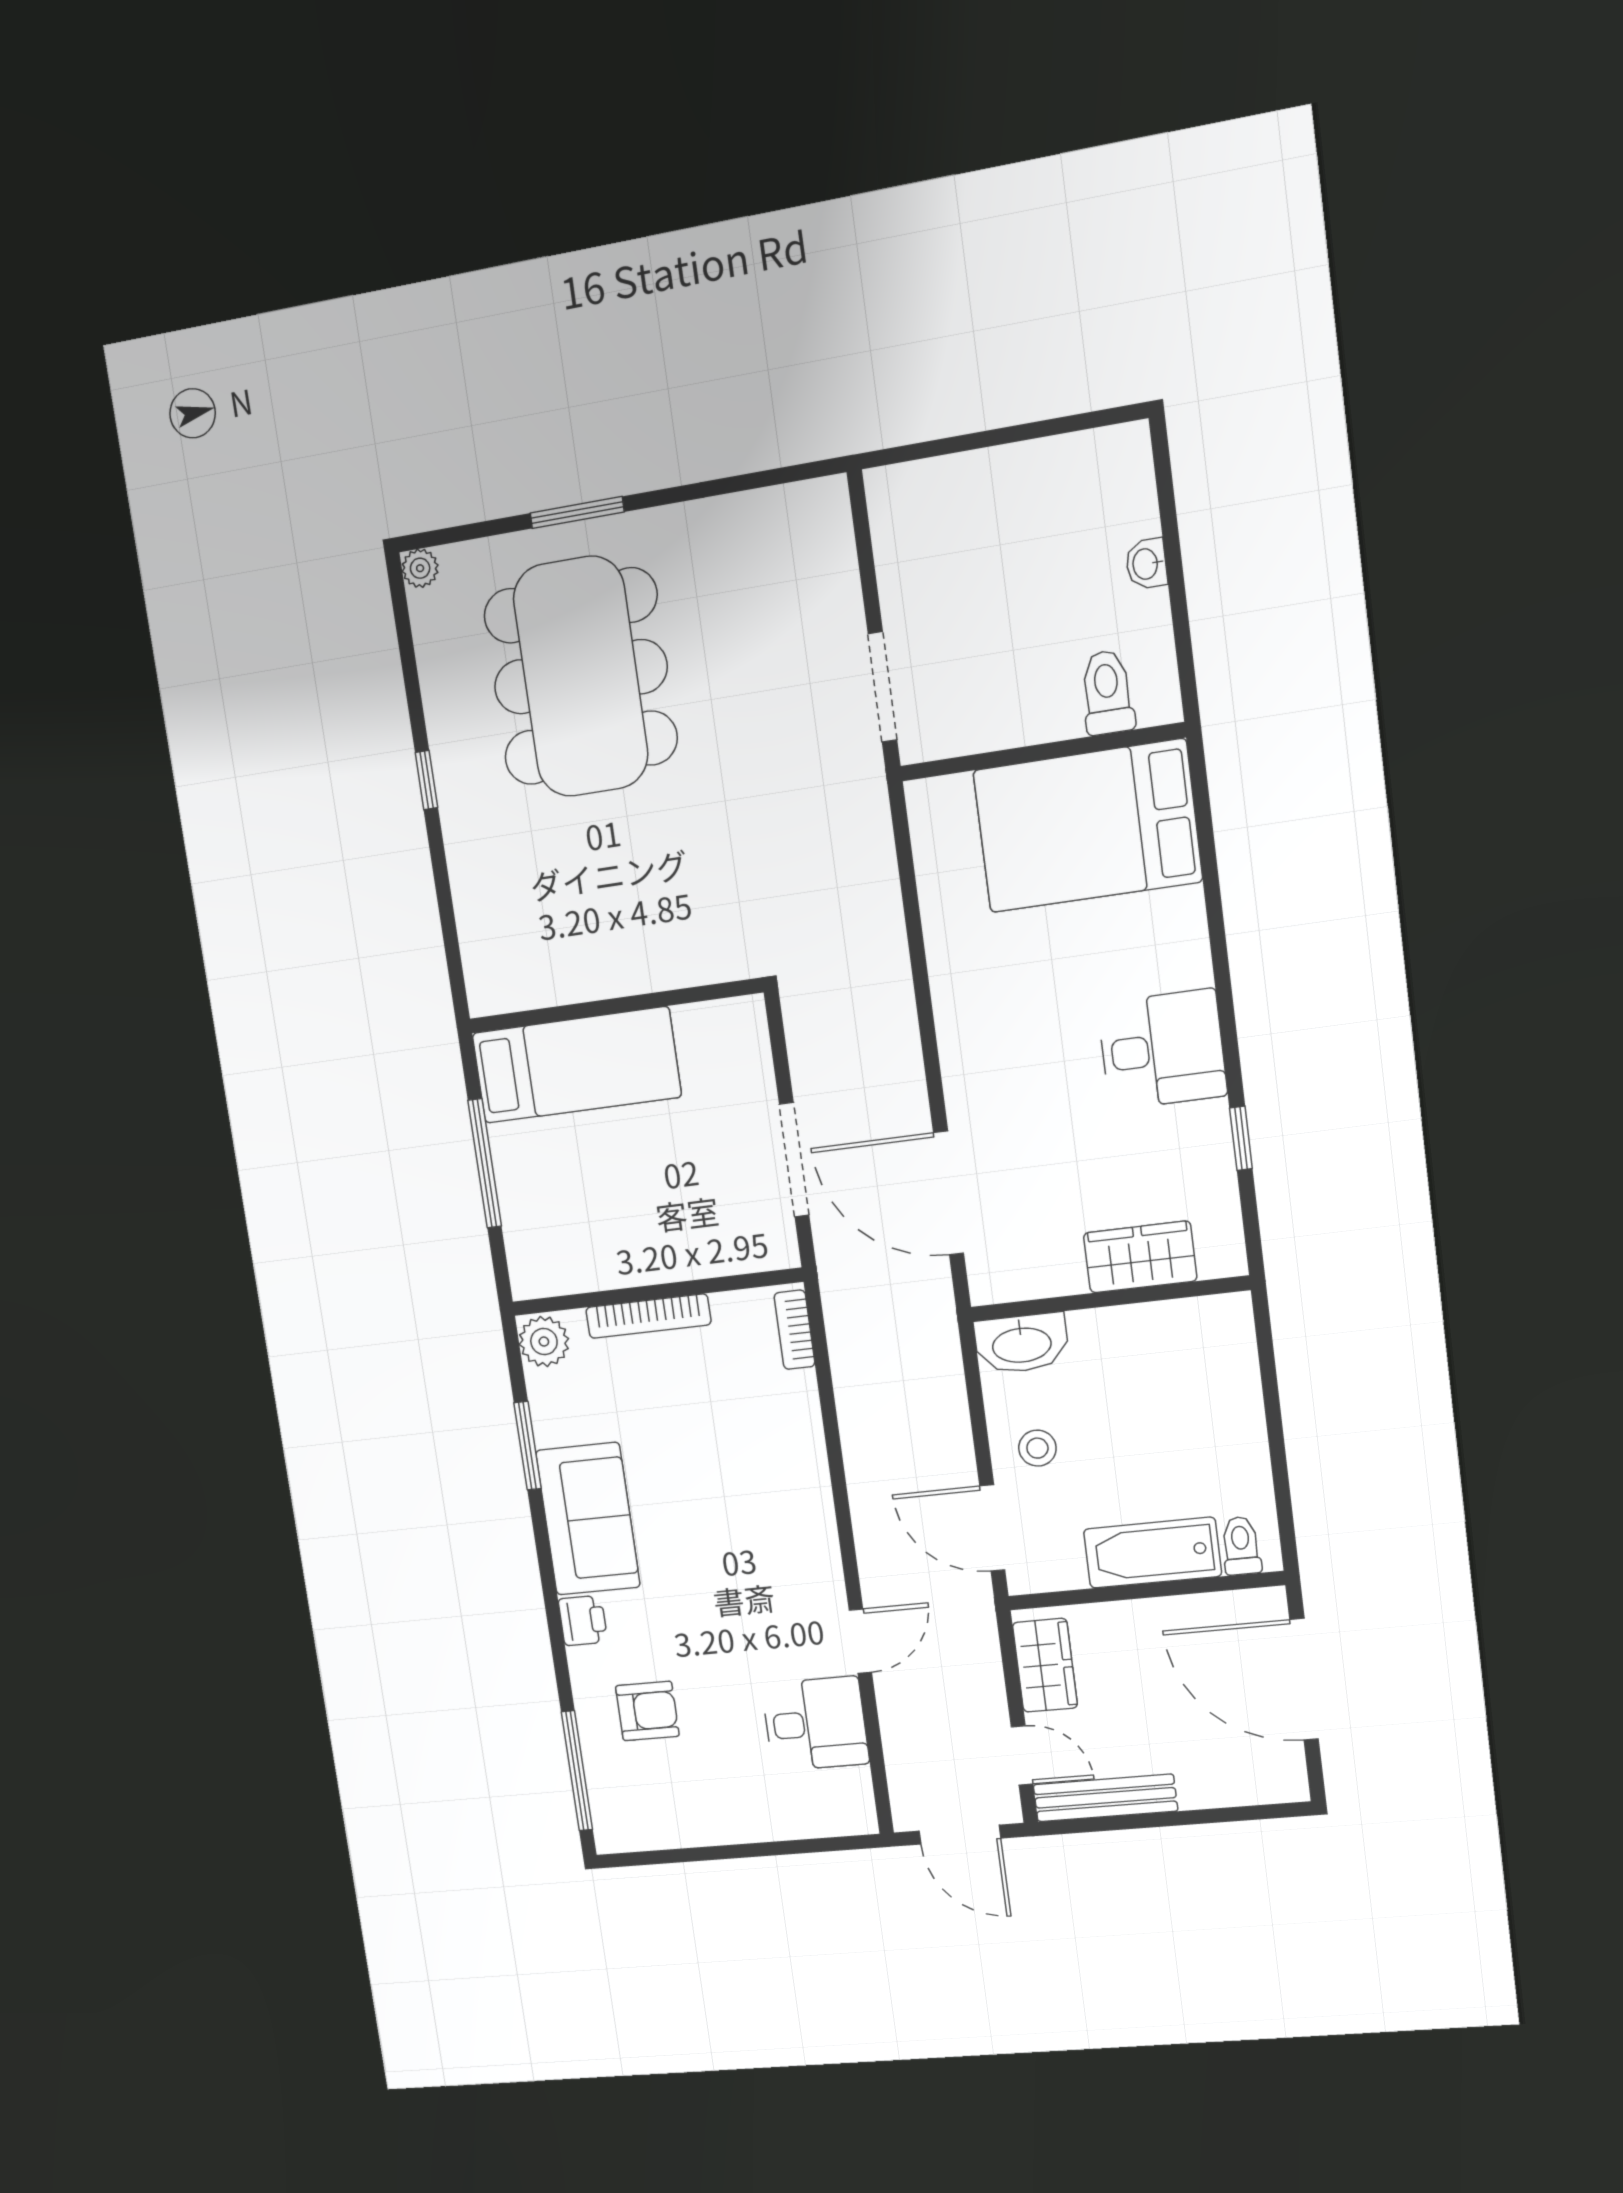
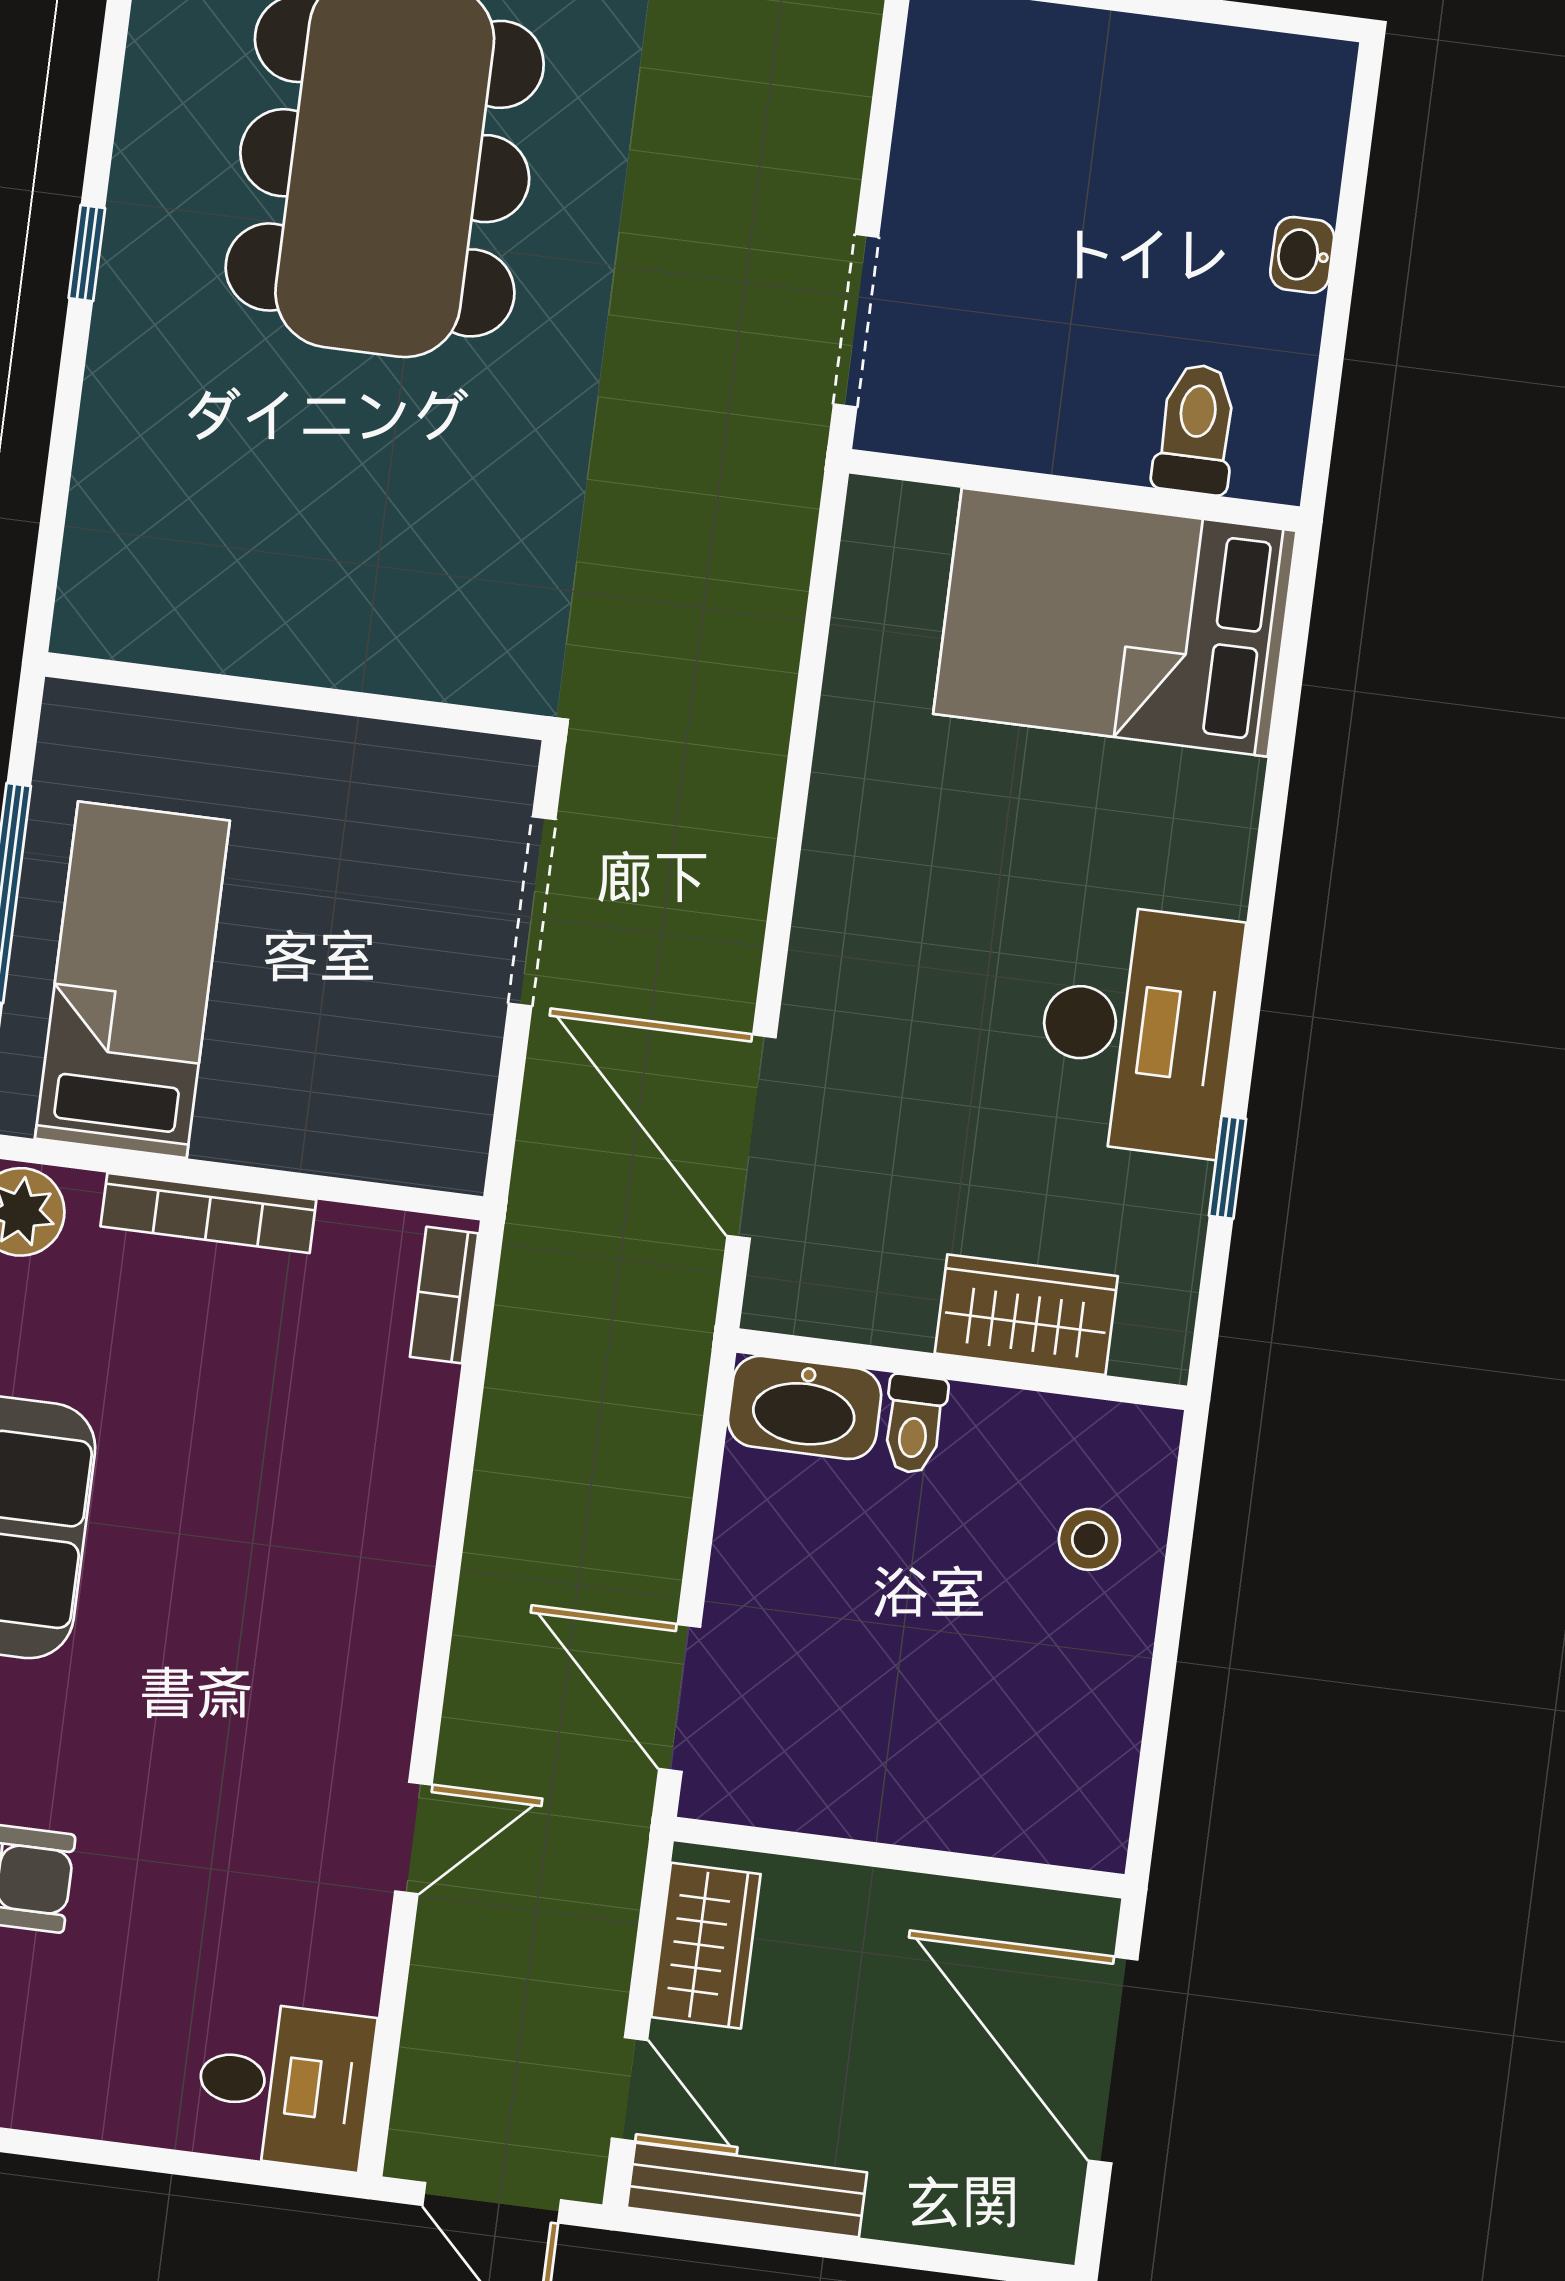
desk: (1162, 1049) -> (1138, 1030), width x1.37
bed: (576, 1065) -> (132, 980), moved, turned -90
doorway: (794, 1160) -> (532, 911), moved
stool: (1037, 1448) -> (1089, 1539), moved
toilet: (1241, 1546) -> (914, 1424), moved, turned 180
bathtub: (1152, 1553) -> (926, 1798), removed
desk: (815, 1724) -> (284, 2085), moved

